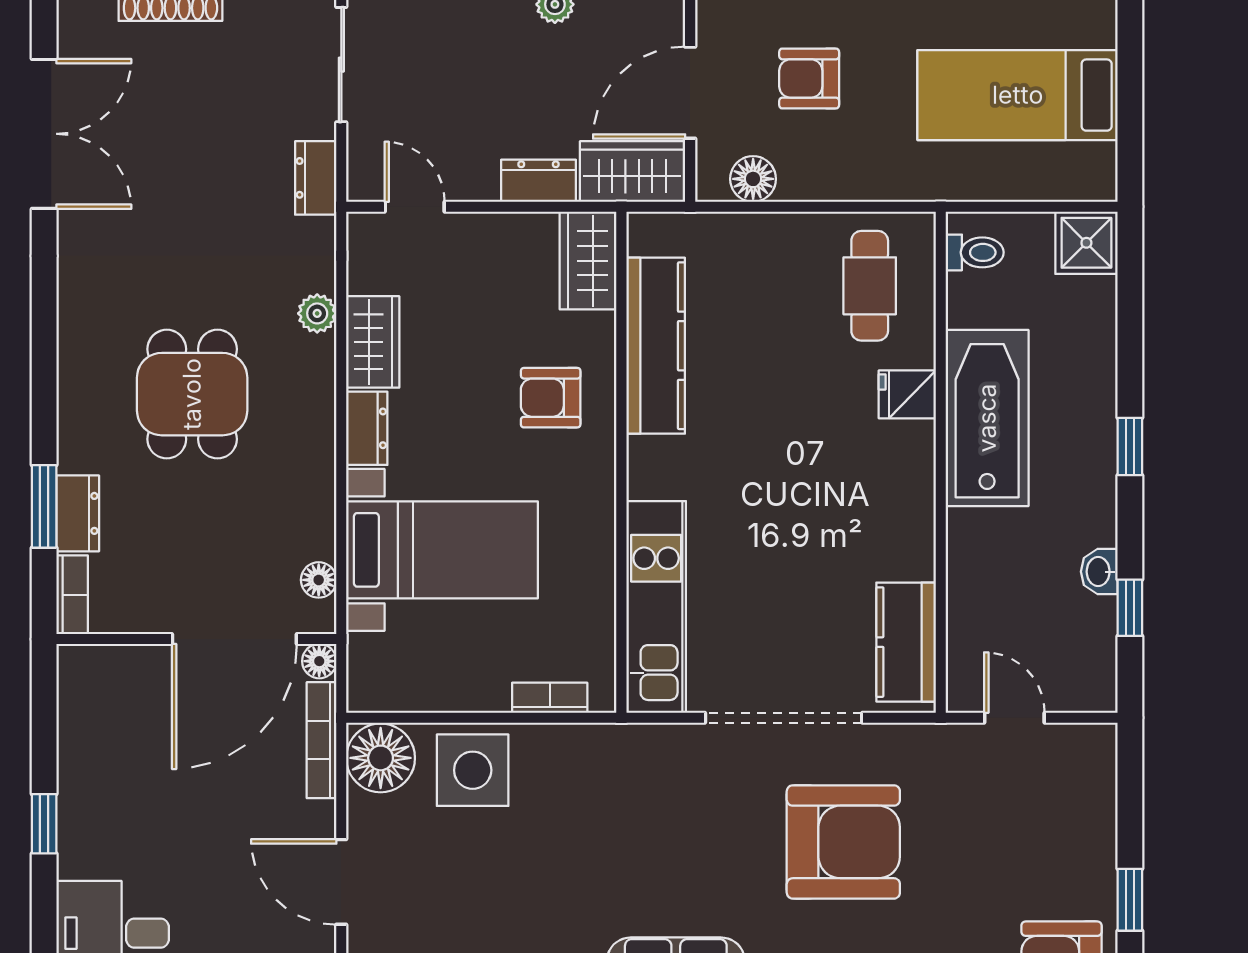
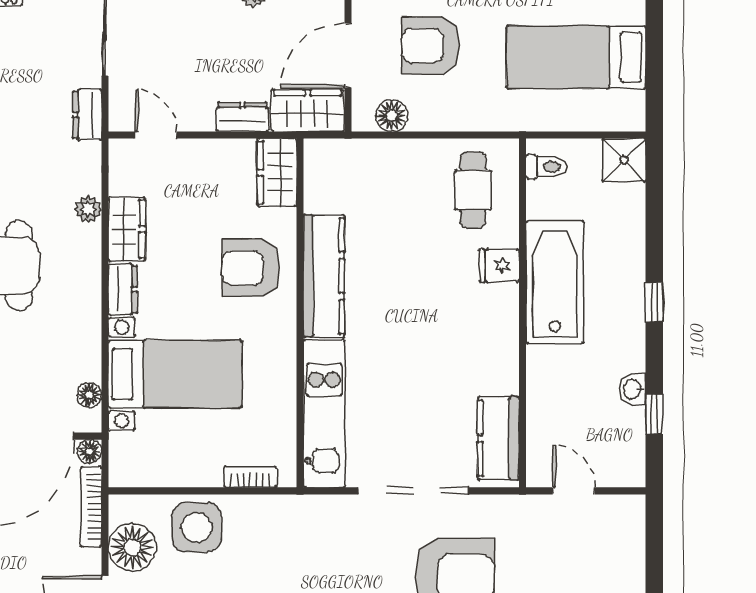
armchair: (809, 78) -> (431, 46), width x1.38, depth x1.38
kitchen counter: (656, 346) -> (324, 276), moved
armchair: (551, 398) -> (251, 268), width x1.38, depth x1.38
floor lamp: (381, 758) -> (132, 547), moved

